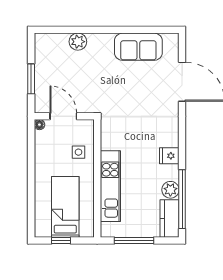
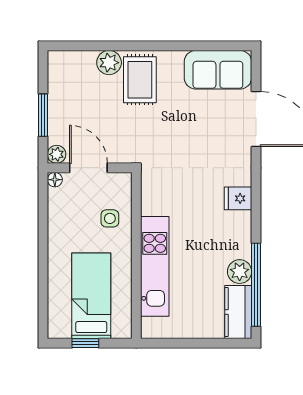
sofa: (138, 47) -> (218, 70), moved
rug: (100, 54) -> (140, 80), added
plant: (41, 107) -> (57, 154), added
fridge: (169, 156) -> (238, 198), moved
window: (134, 241) -> (188, 343), removed

